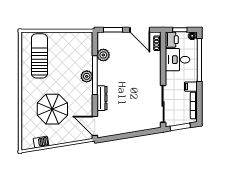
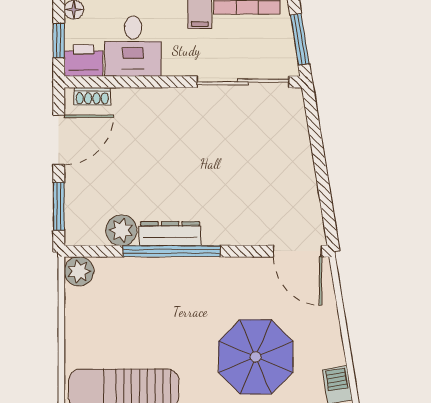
plant: (87, 76) -> (79, 271), moved
dresser: (102, 98) -> (170, 234), moved
door: (95, 126) -> (297, 251), hinge flipped

